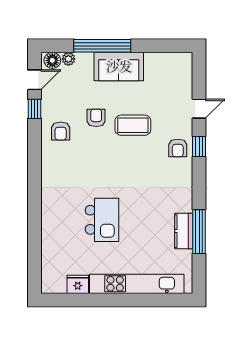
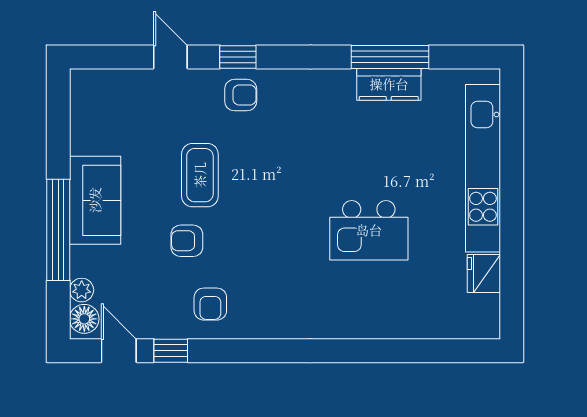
armchair: (61, 131) -> (210, 304), turned 90
kitchen island: (102, 220) -> (369, 230), turned 180

